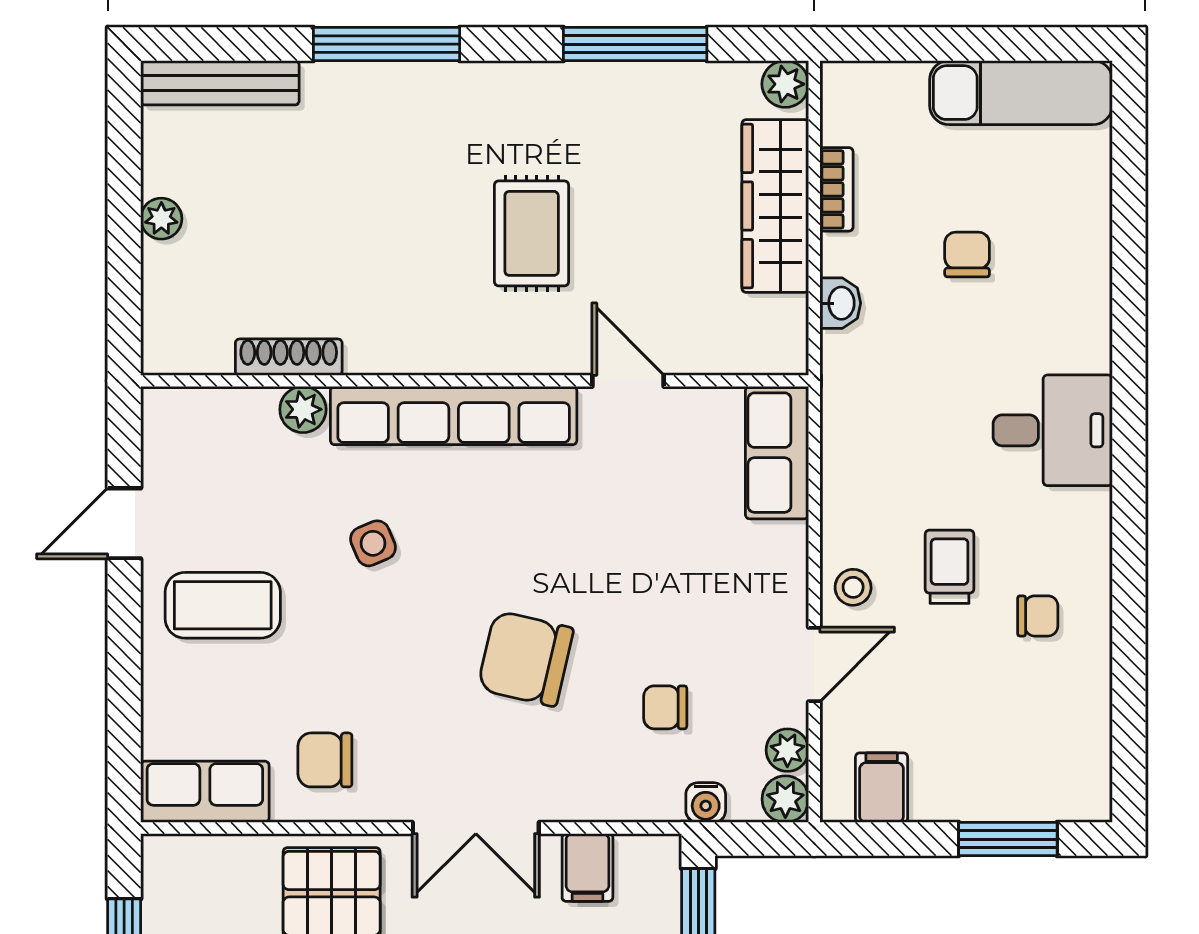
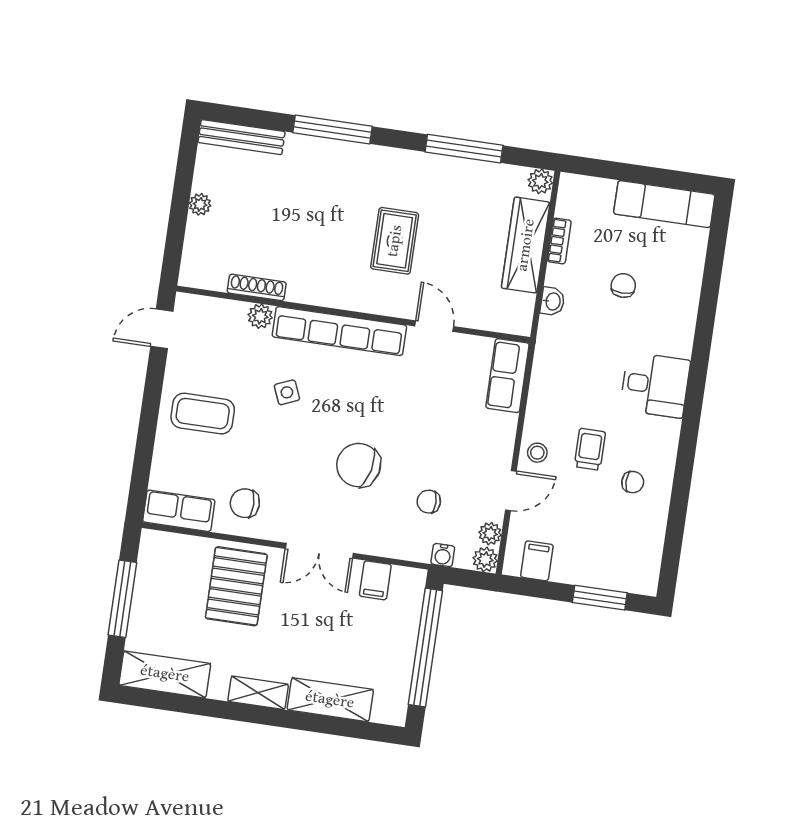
door: (124, 523) -> (162, 329), moved

